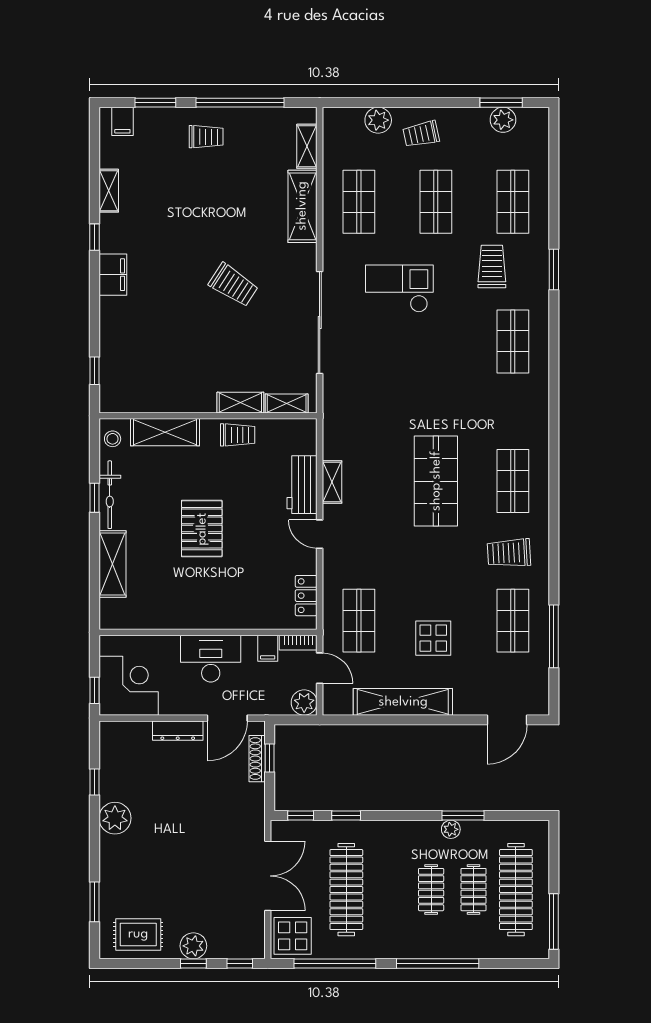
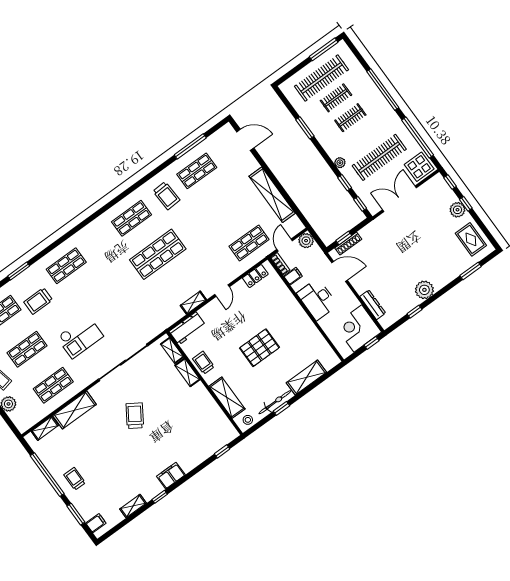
checkout: (399, 289) -> (80, 337), turned -90
workbench: (302, 485) -> (187, 328), moved
display table: (433, 638) -> (232, 202), removed
dresser: (178, 731) -> (373, 305), moved
plant: (451, 829) -> (340, 163), moved

